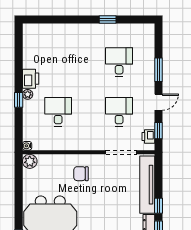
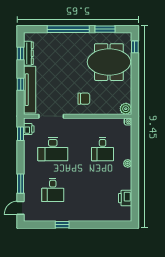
printer: (31, 79) -> (125, 198), moved
window: (19, 100) -> (135, 159), removed
door: (159, 102) -> (21, 208), moved
desk: (119, 112) -> (53, 149), width x1.37
window: (159, 206) -> (21, 84), moved

